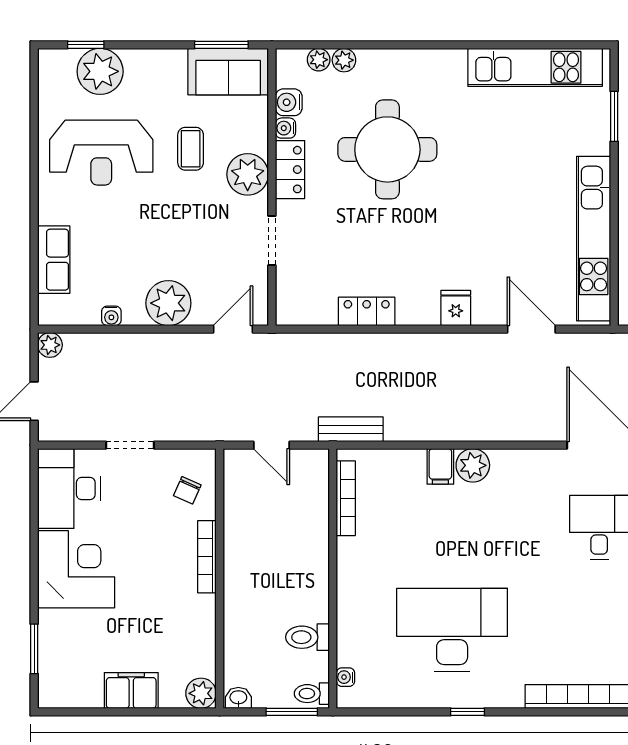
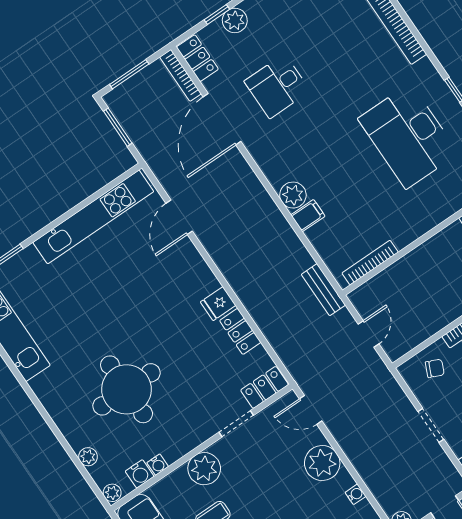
plant: (319, 60) -> (112, 493), moved
locker: (290, 170) -> (264, 387), moved
fridge: (456, 308) -> (218, 304), moved

